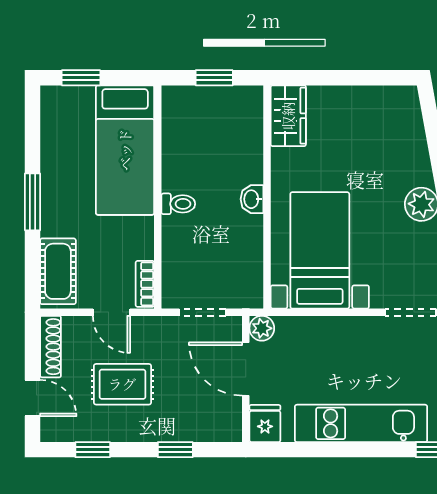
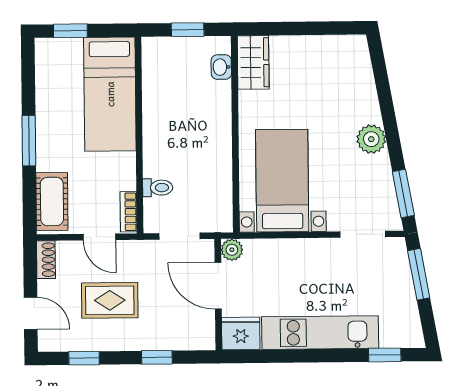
washbasin: (252, 199) -> (221, 67), moved
toilet: (178, 204) -> (158, 188), moved
shoe rack: (51, 347) -> (46, 260), width x0.70
fridge: (265, 424) -> (241, 333), width x1.38

